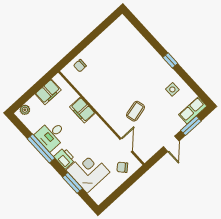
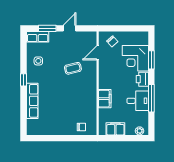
row of seats: (145, 49) -> (32, 101), added

